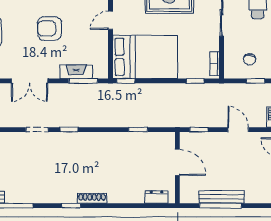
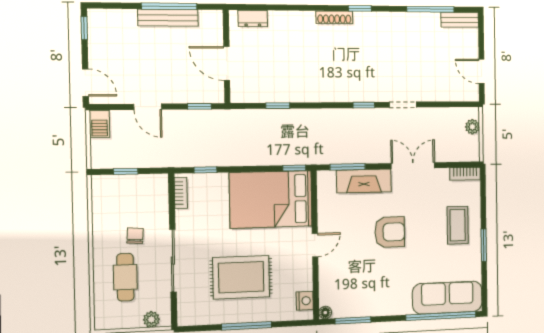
chair: (250, 59) -> (135, 236), moved
fireplace: (76, 72) -> (364, 181), width x1.37, depth x1.32

